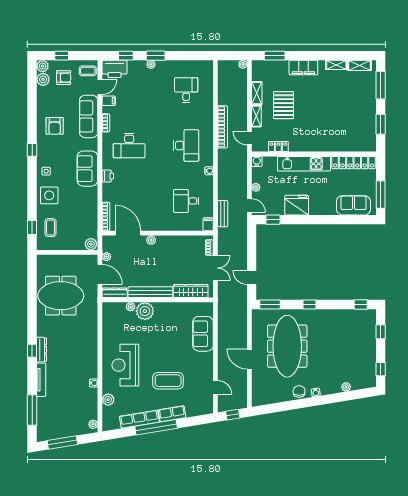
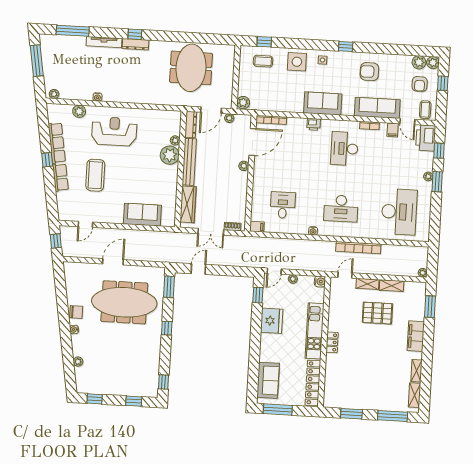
desk: (186, 90) -> (399, 212), width x1.87, depth x1.30
locker: (278, 147) -> (332, 342), moved
bench: (223, 214) -> (267, 243), removed
window: (156, 427) -> (47, 160), width x0.32

